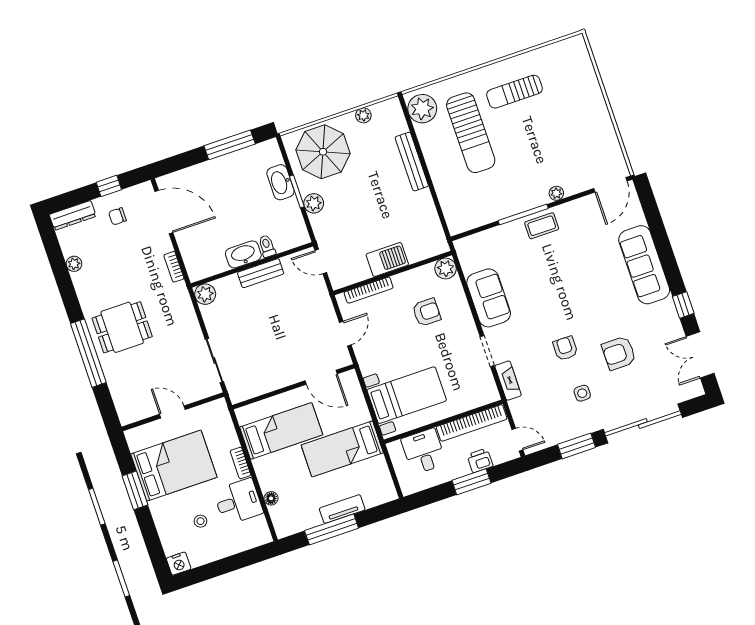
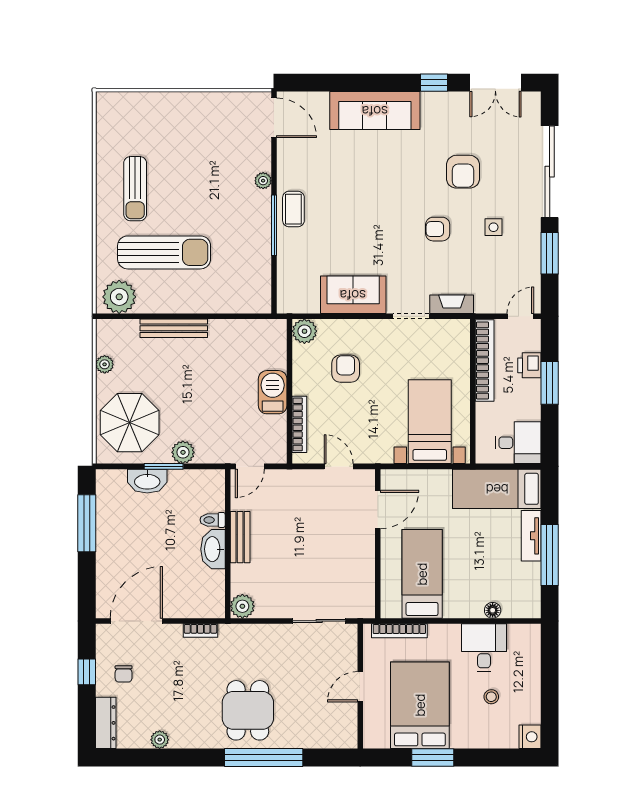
bed: (342, 449) -> (497, 489), moved, turned 90
desk: (424, 451) -> (518, 443), moved, turned 180
bookcase: (240, 463) -> (399, 631), moved, width x1.56

